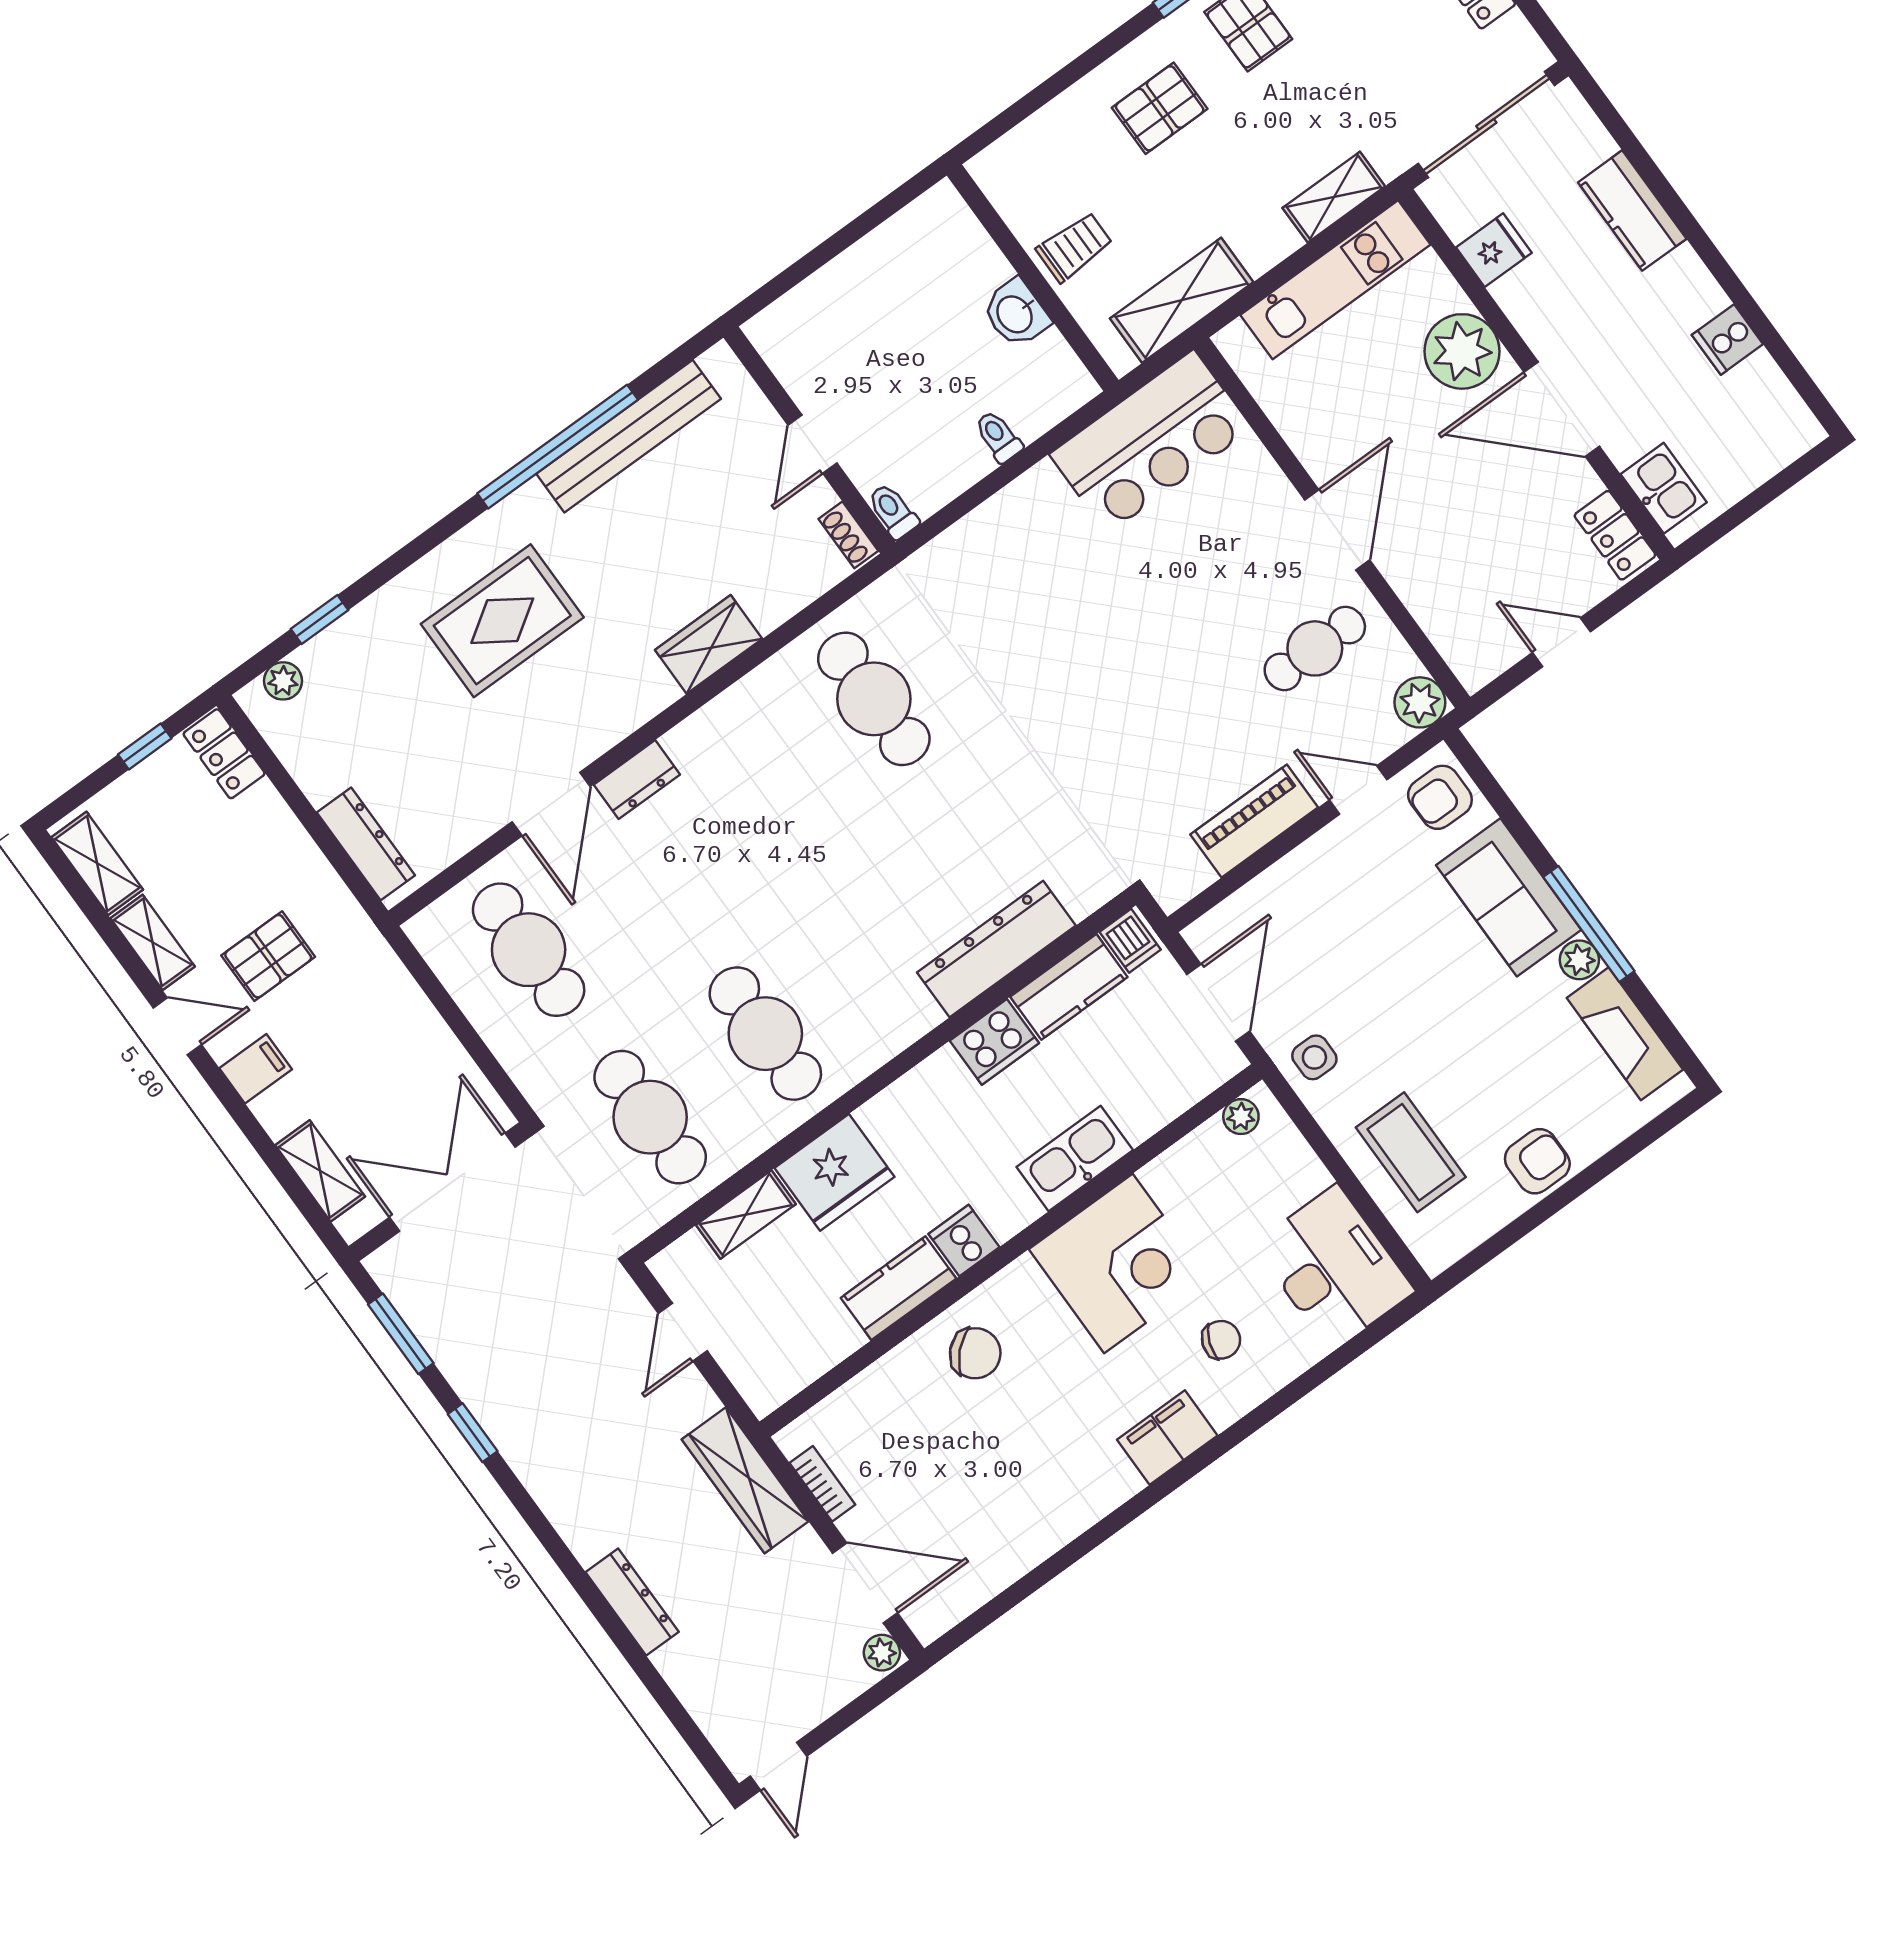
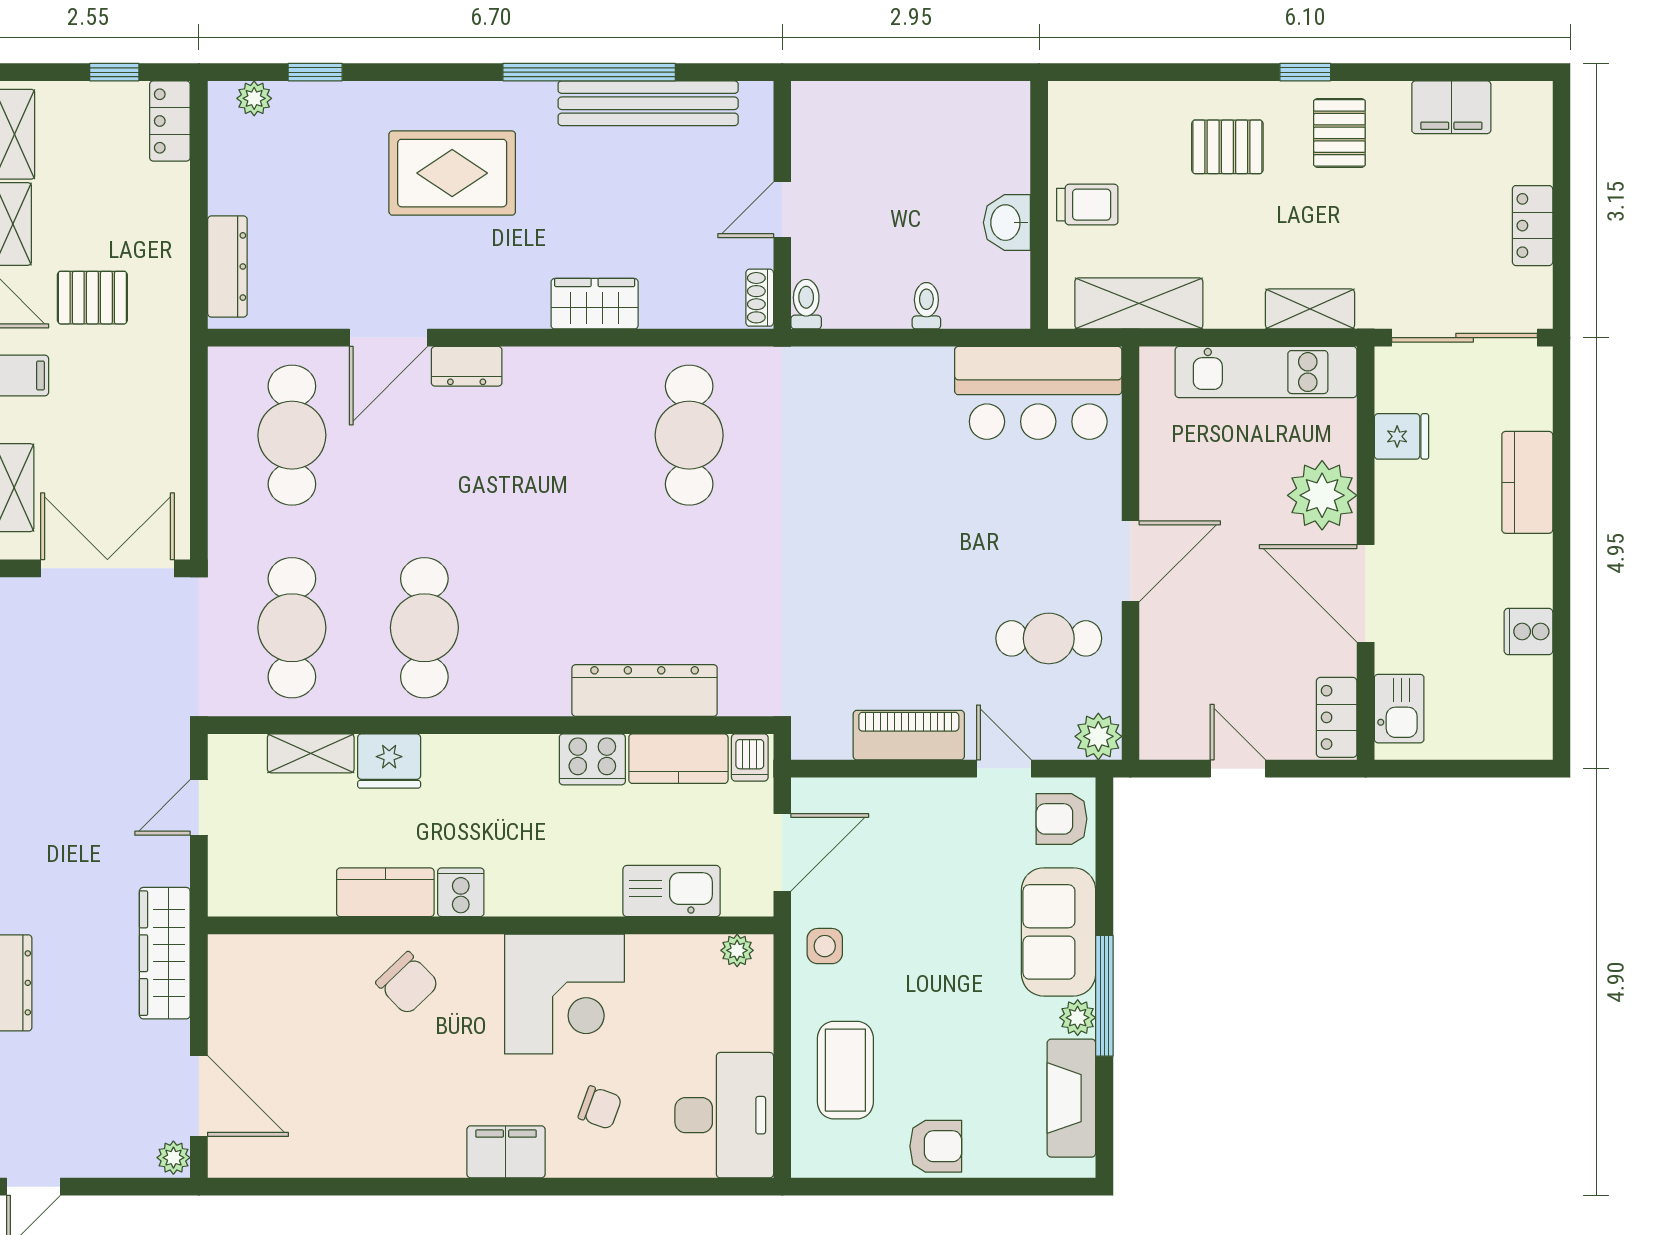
kitchen sink: (1075, 1159) -> (672, 891), moved
fridge: (834, 1172) -> (389, 761), width x0.73, depth x0.75
bookcase: (822, 1484) -> (221, 998), removed

